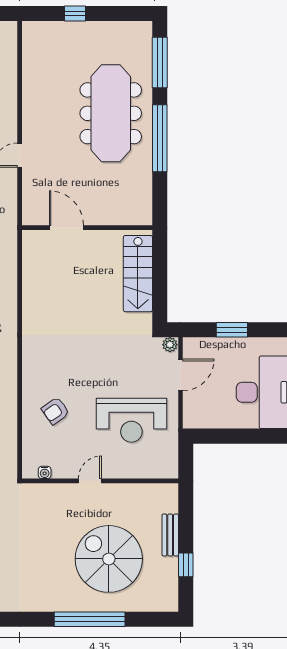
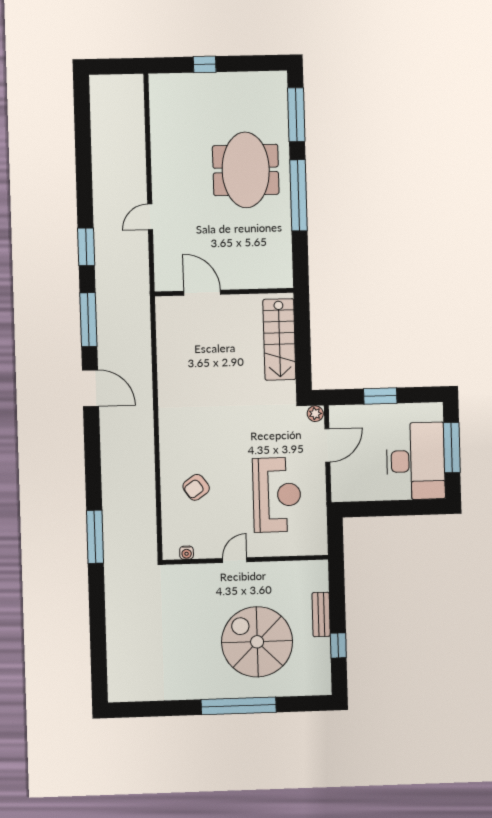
meeting table: (111, 113) -> (246, 170), width x0.73
reception desk: (131, 420) -> (277, 495), turned -90

